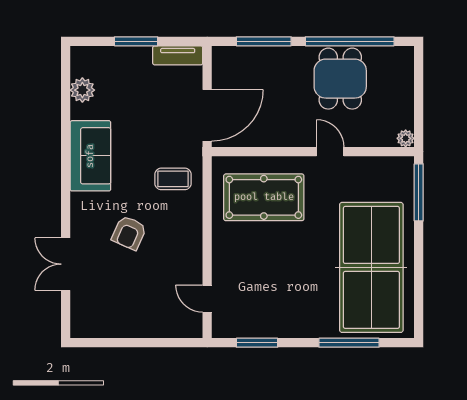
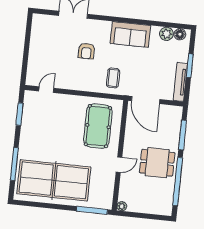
tv unit: (178, 55) -> (180, 82), width x1.41
floor lamp: (81, 65) -> (180, 34), added
dining table: (340, 79) -> (157, 163), moved
armchair: (129, 233) -> (86, 51), turned -114

